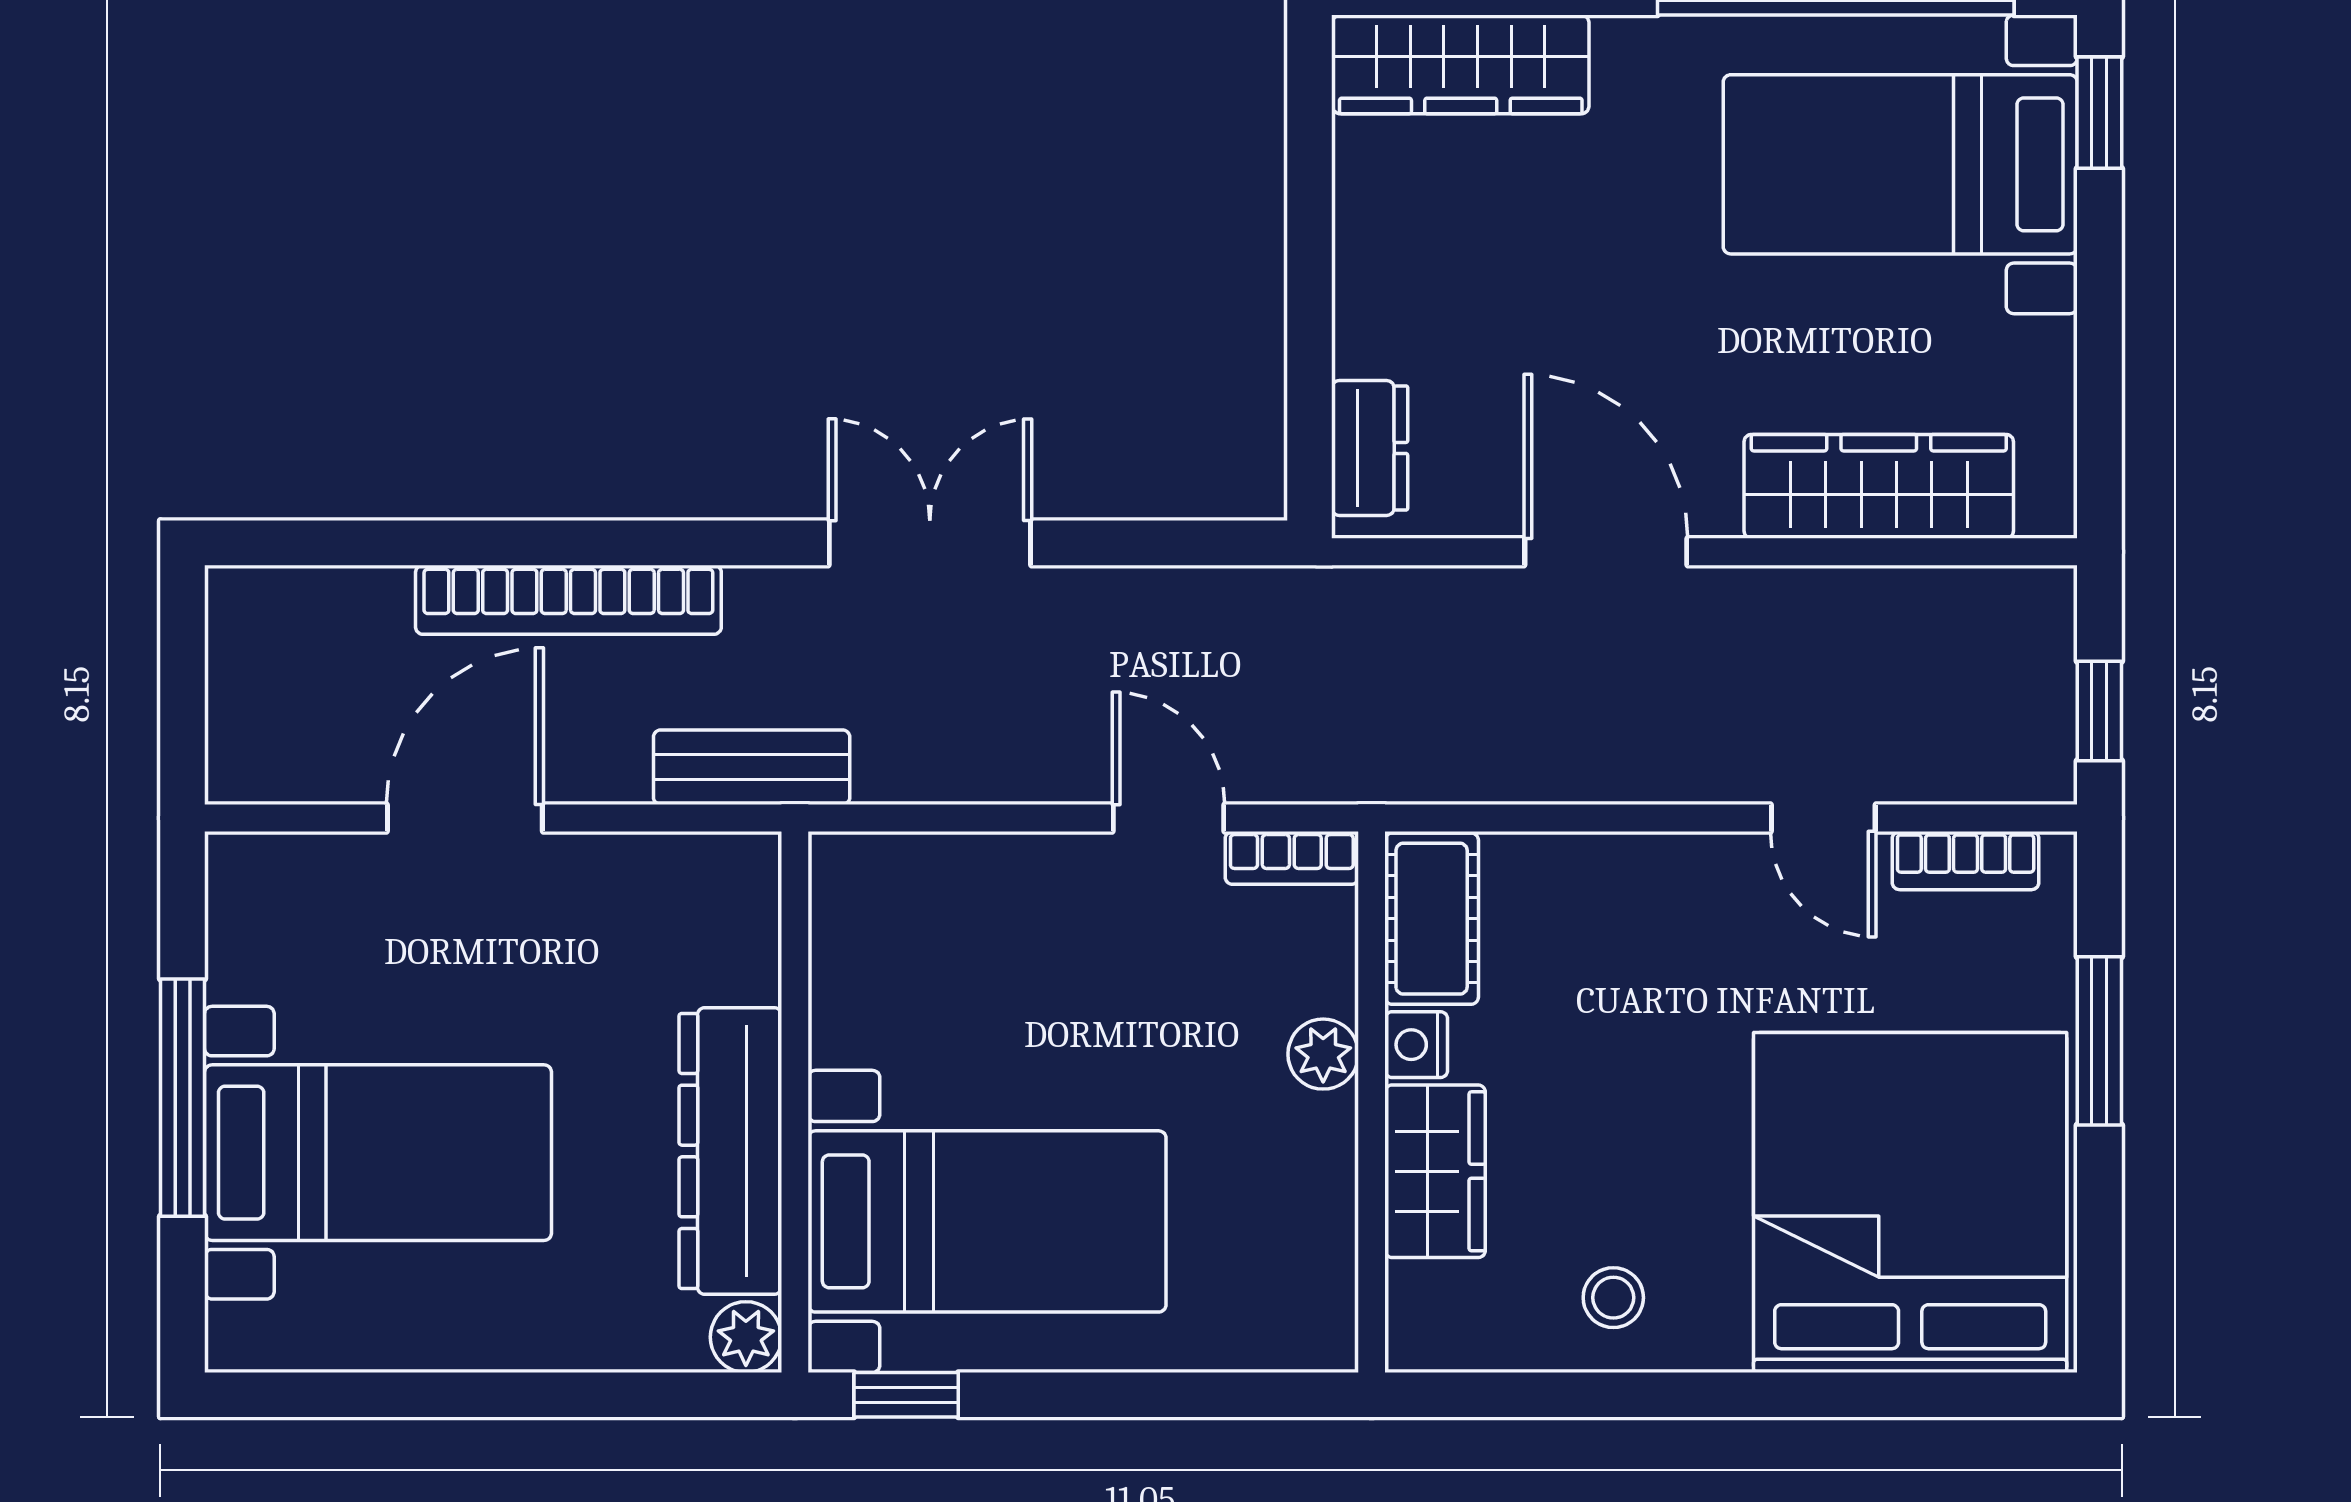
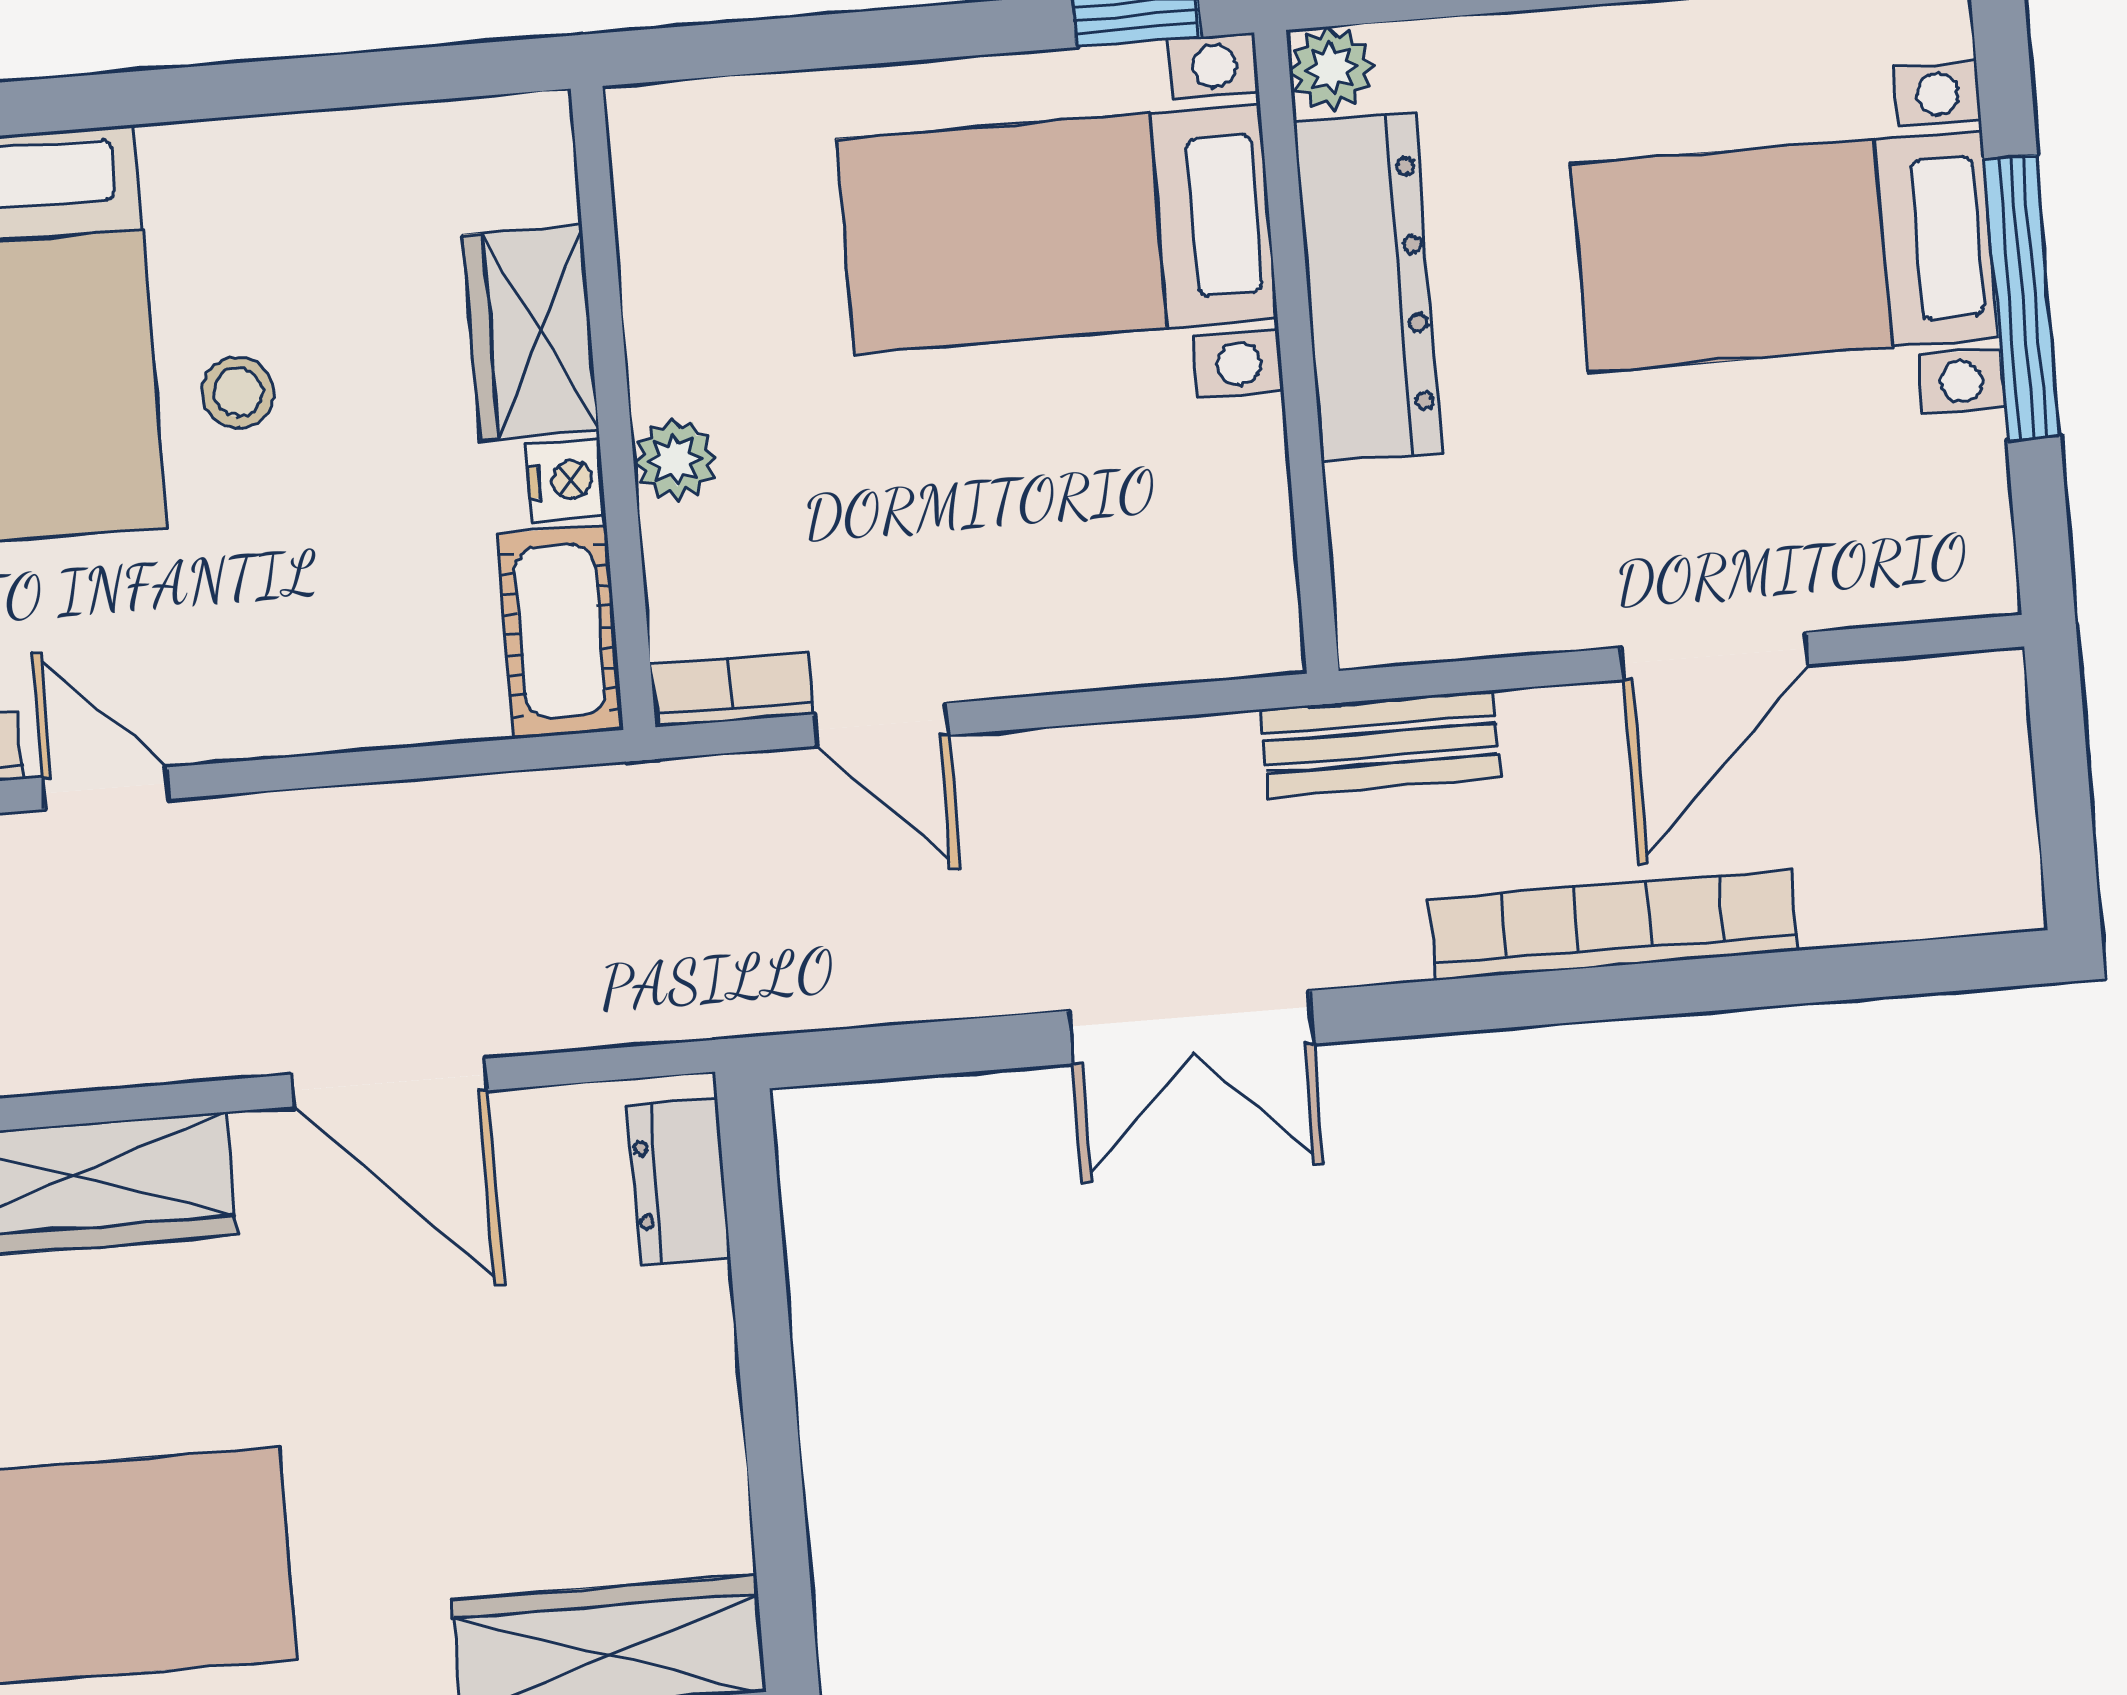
stool: (1613, 1298) -> (238, 393), moved

